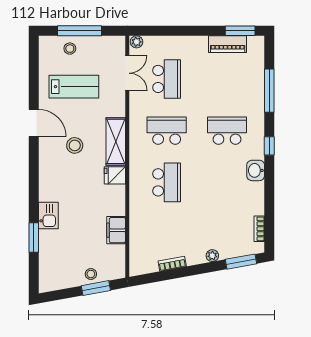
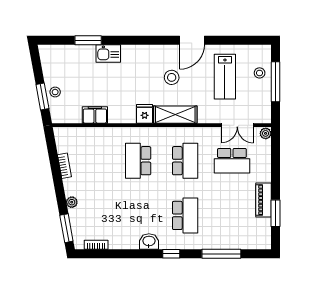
window: (240, 31) -> (276, 213), moved
piano: (228, 44) -> (263, 200), moved
school desk: (167, 182) -> (138, 161), turned 90

